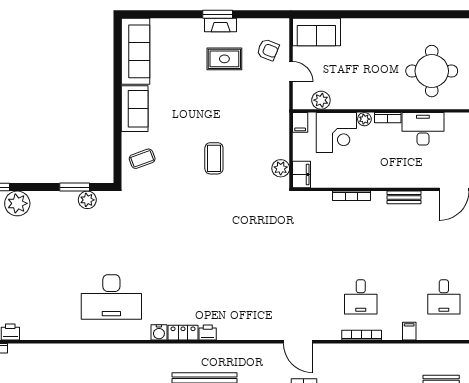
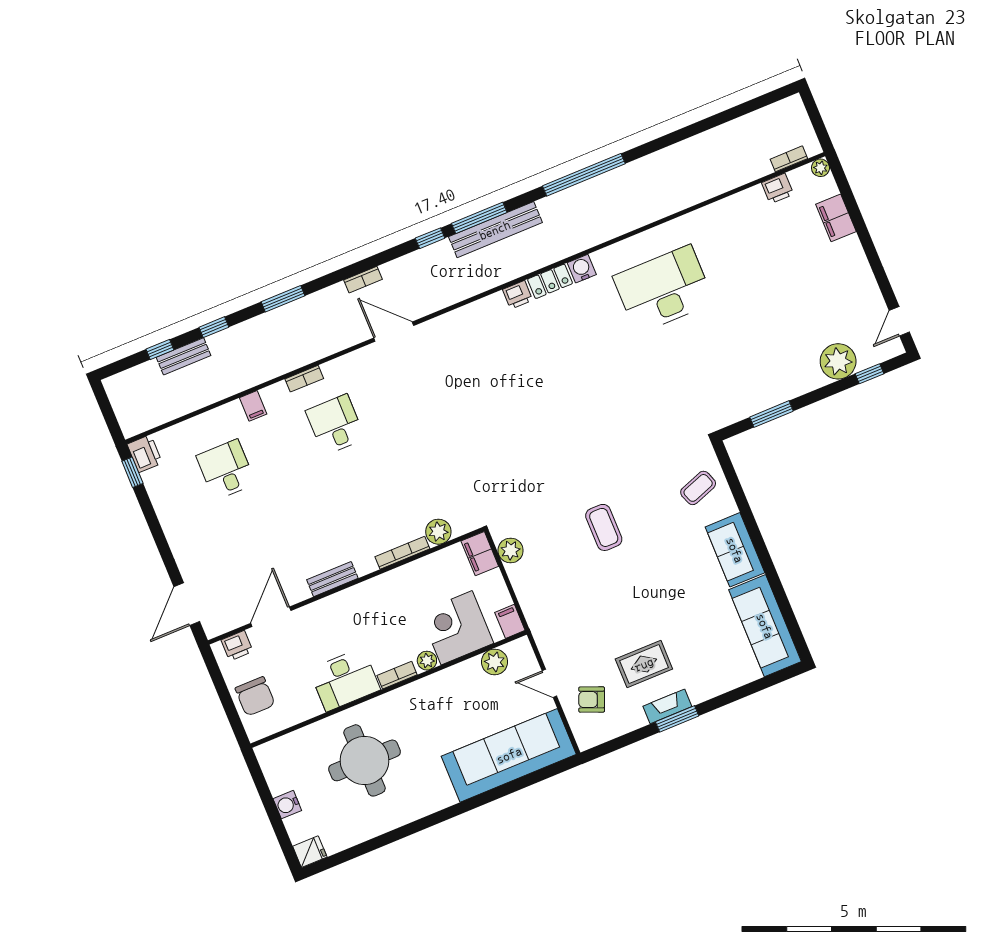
sofa: (316, 32) -> (509, 755), width x1.85, depth x1.27
plant: (87, 200) -> (438, 532), moved
bookcase: (362, 335) -> (304, 379), width x0.64

